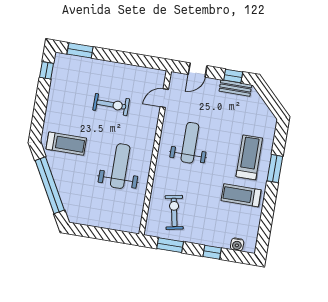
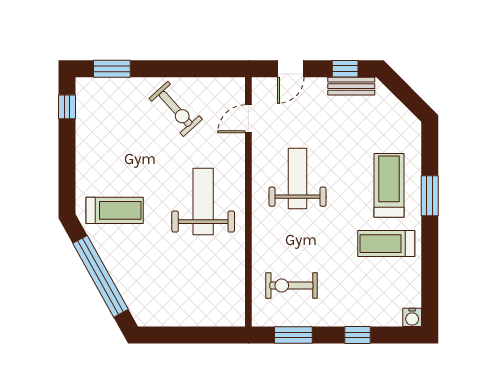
exercise bike: (111, 104) -> (176, 109), moved, turned 48
weight bench: (120, 166) -> (203, 202), moved
exercise bike: (174, 212) -> (291, 286), turned -79
water cooler: (237, 244) -> (412, 317), moved

